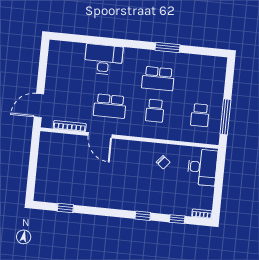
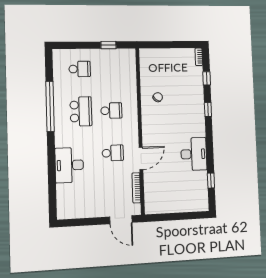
window: (167, 47) -> (50, 106), width x2.11
school desk: (110, 106) -> (113, 153), width x0.54
school desk: (200, 115) -> (80, 69), moved
window: (225, 117) -> (109, 45), width x0.46
desk: (202, 167) -> (194, 154), moved, turned 90

